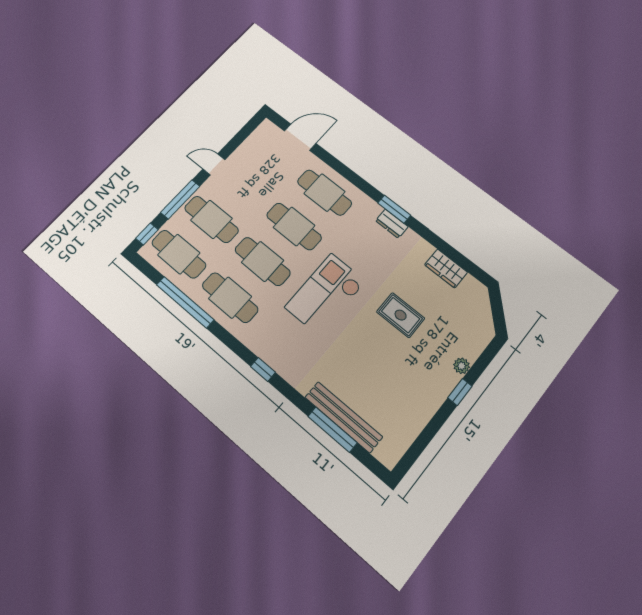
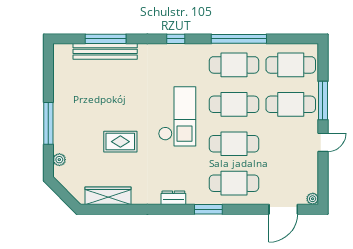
plant: (267, 126) -> (313, 199), added
window: (394, 209) -> (208, 209), moved
window: (147, 234) -> (323, 61), removed
wardrobe: (446, 268) -> (108, 196), width x1.50
window: (185, 302) -> (239, 39), moved
plant: (462, 366) -> (59, 160), moved
window: (460, 392) -> (48, 123), width x2.17

